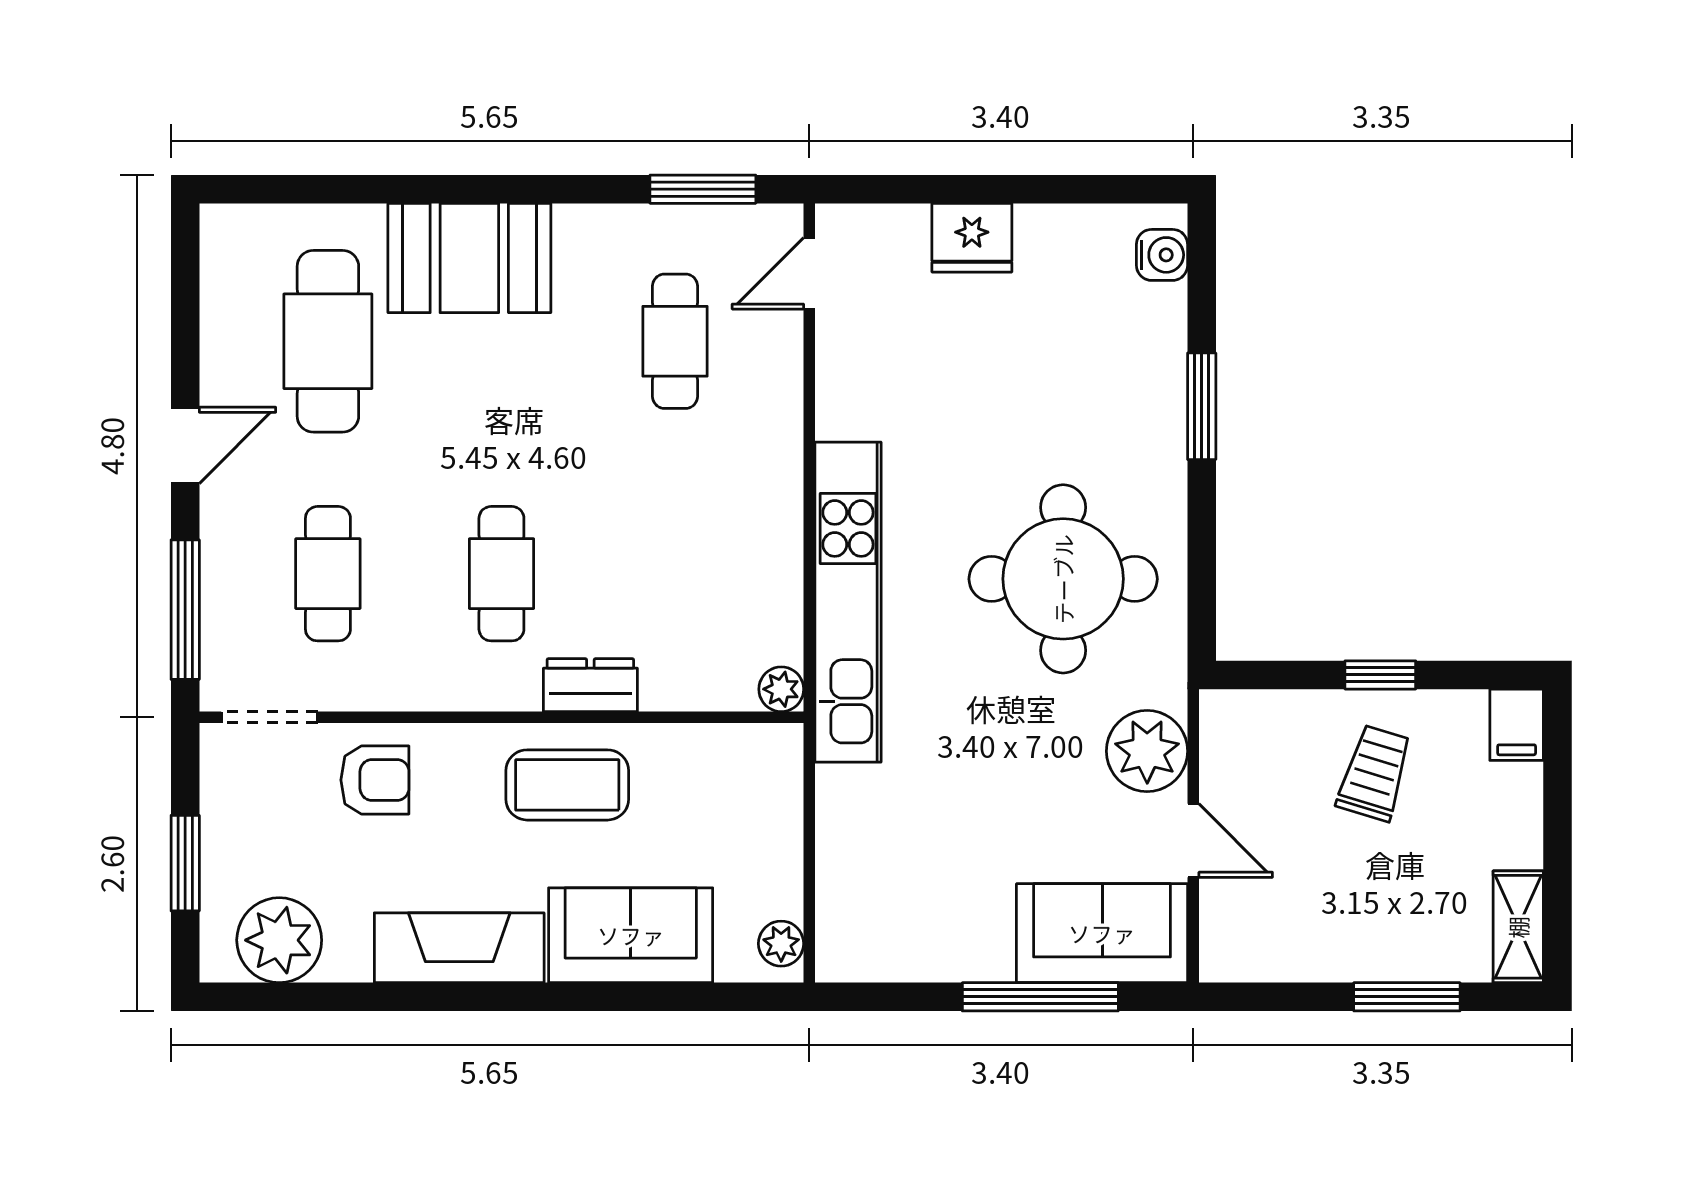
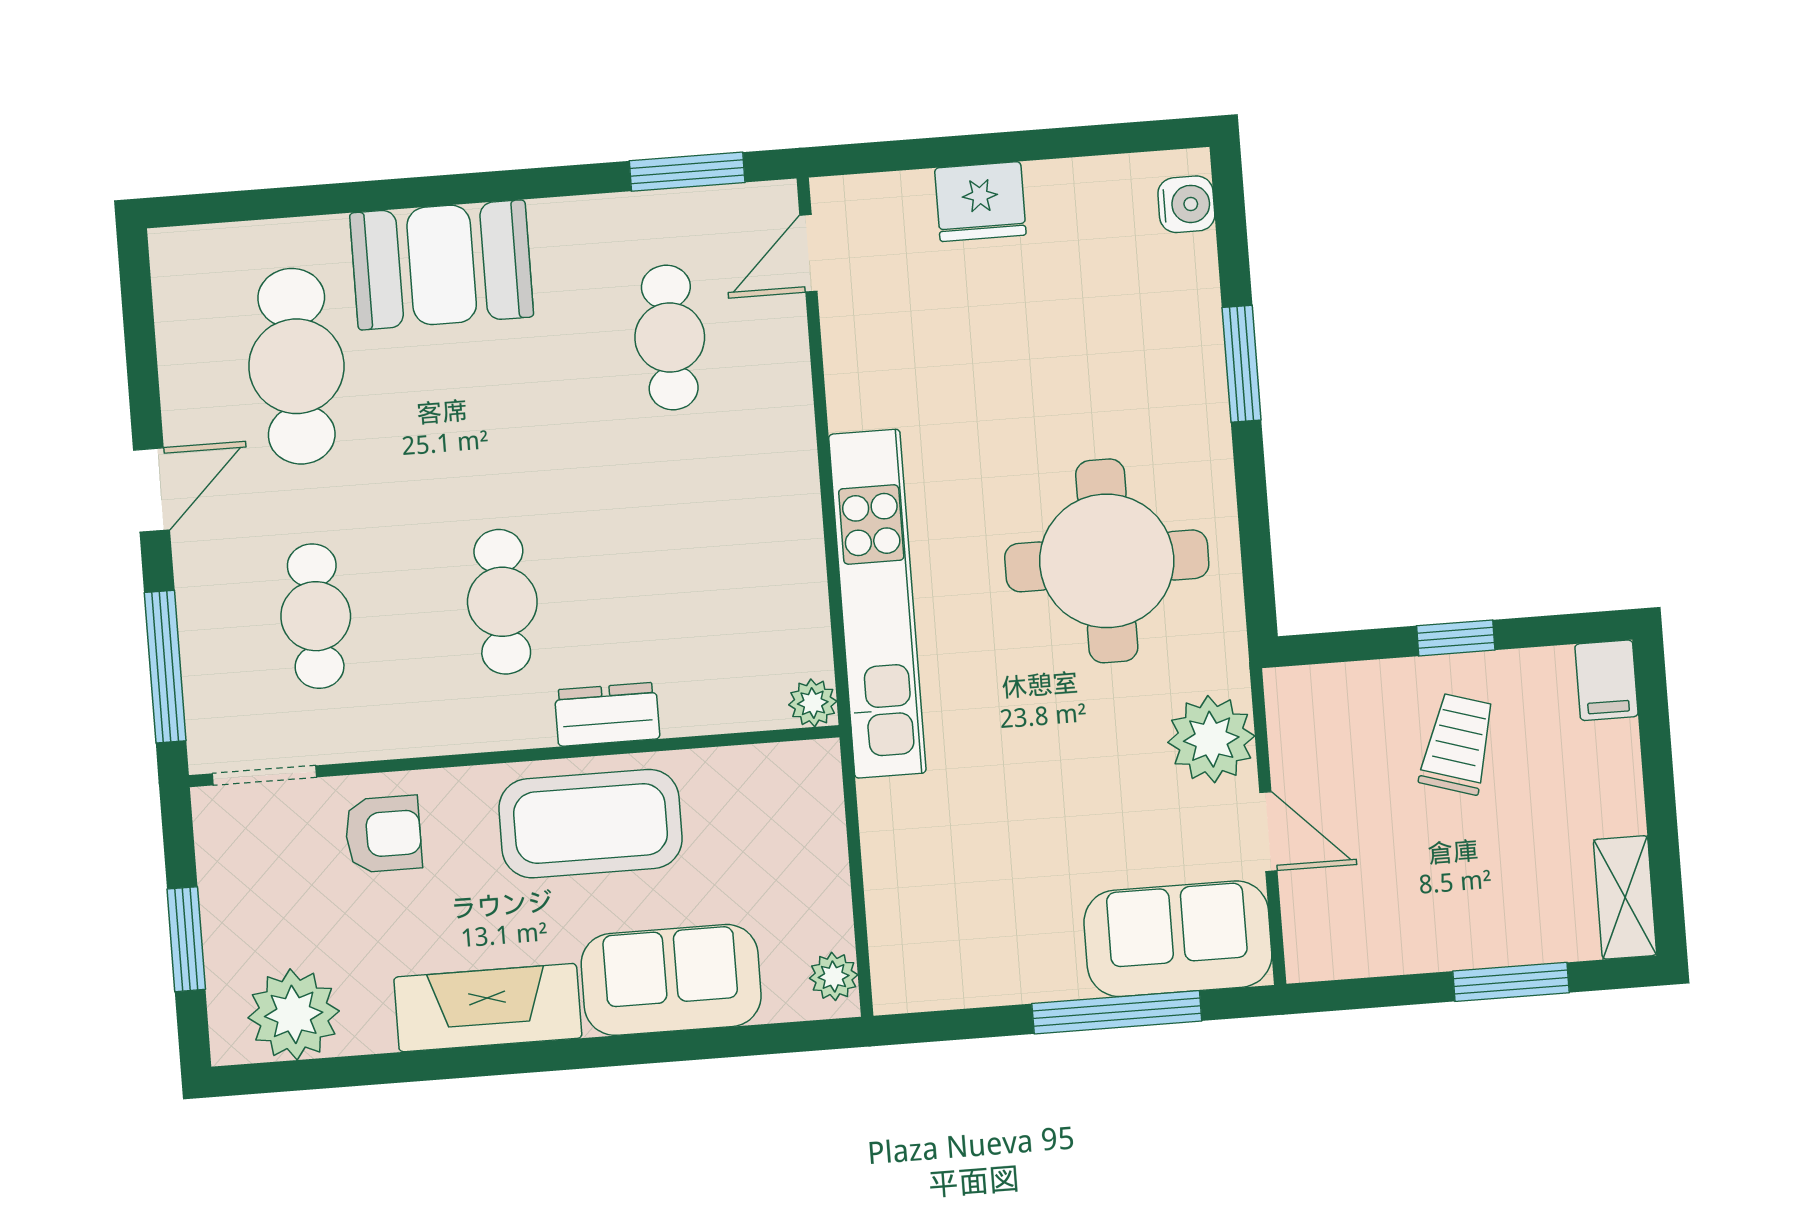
coffee table: (567, 785) -> (591, 824), width x1.36, depth x1.32

